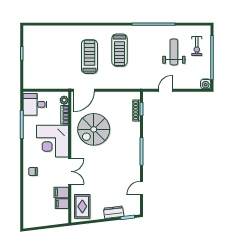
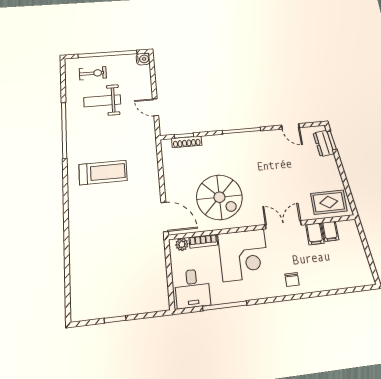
treadmill: (89, 57) -> (115, 214), removed
dresser: (114, 212) -> (324, 143), moved

